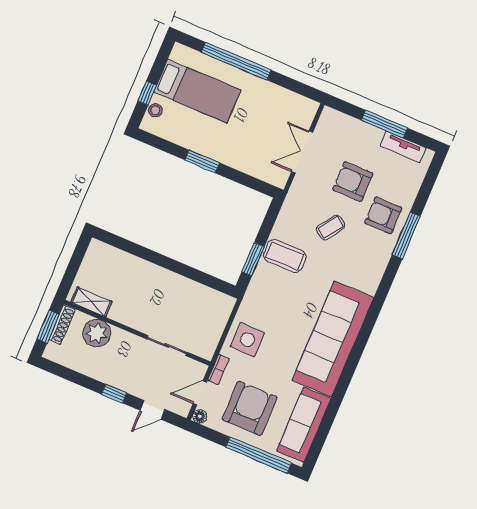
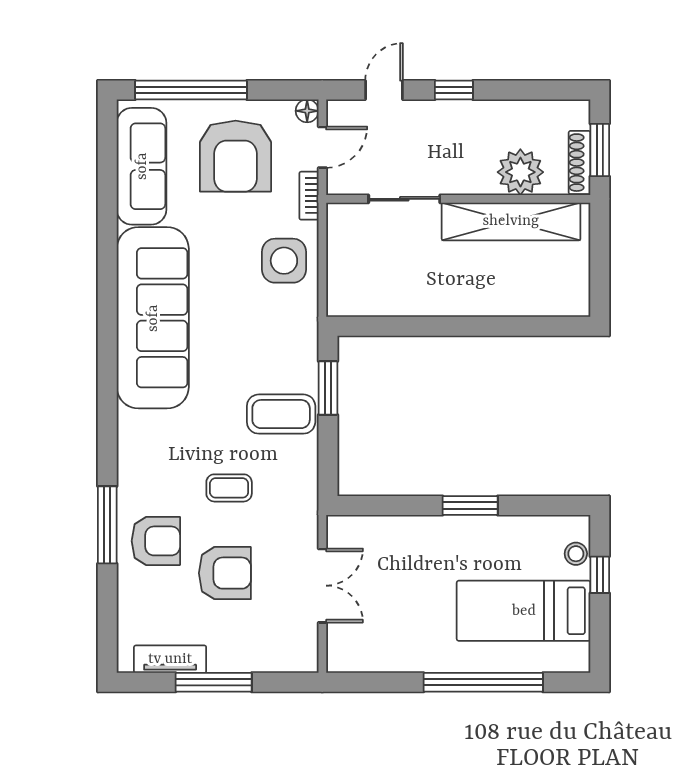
coffee table: (331, 227) -> (229, 488), turned 55
shelving: (91, 302) -> (511, 221), width x2.20, depth x1.33

